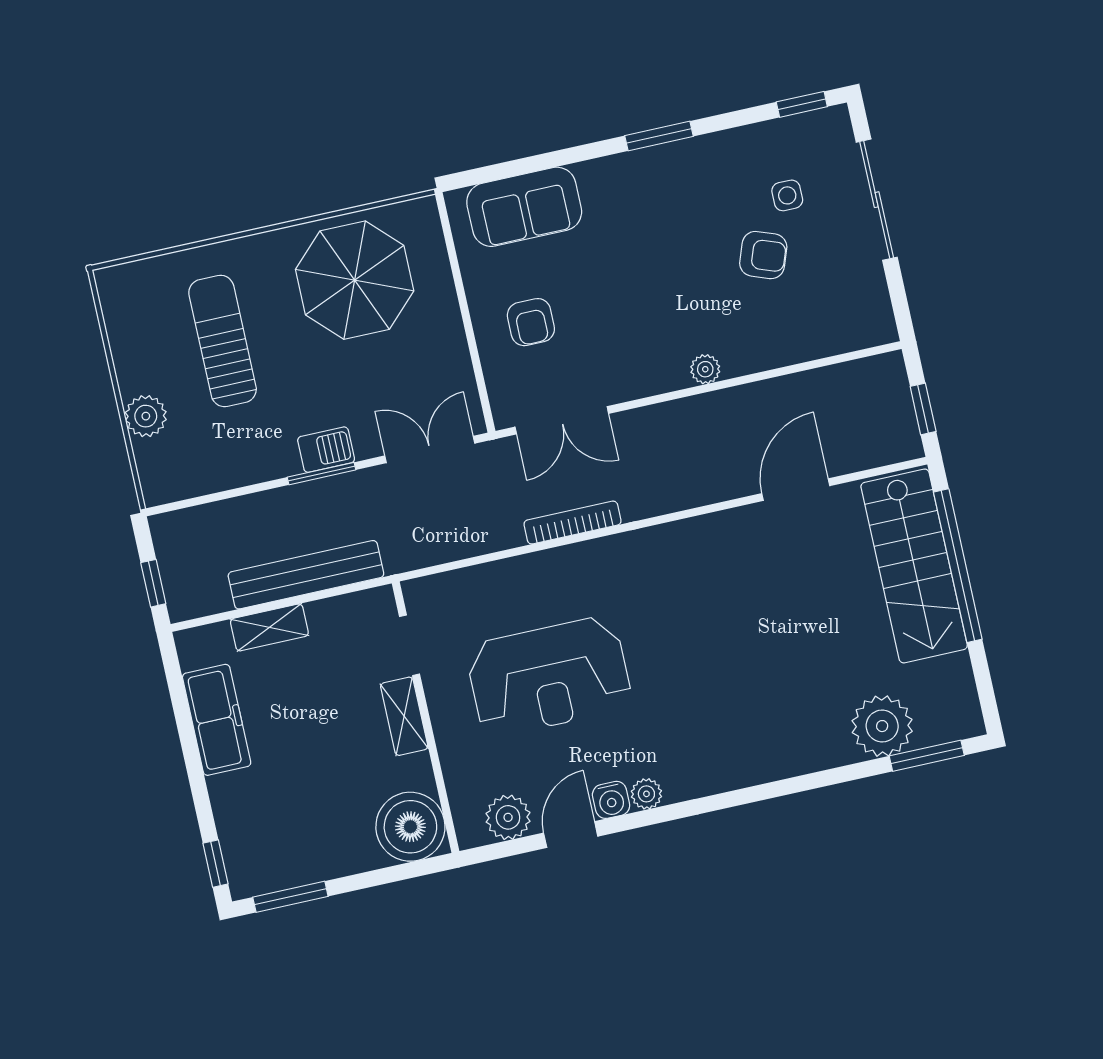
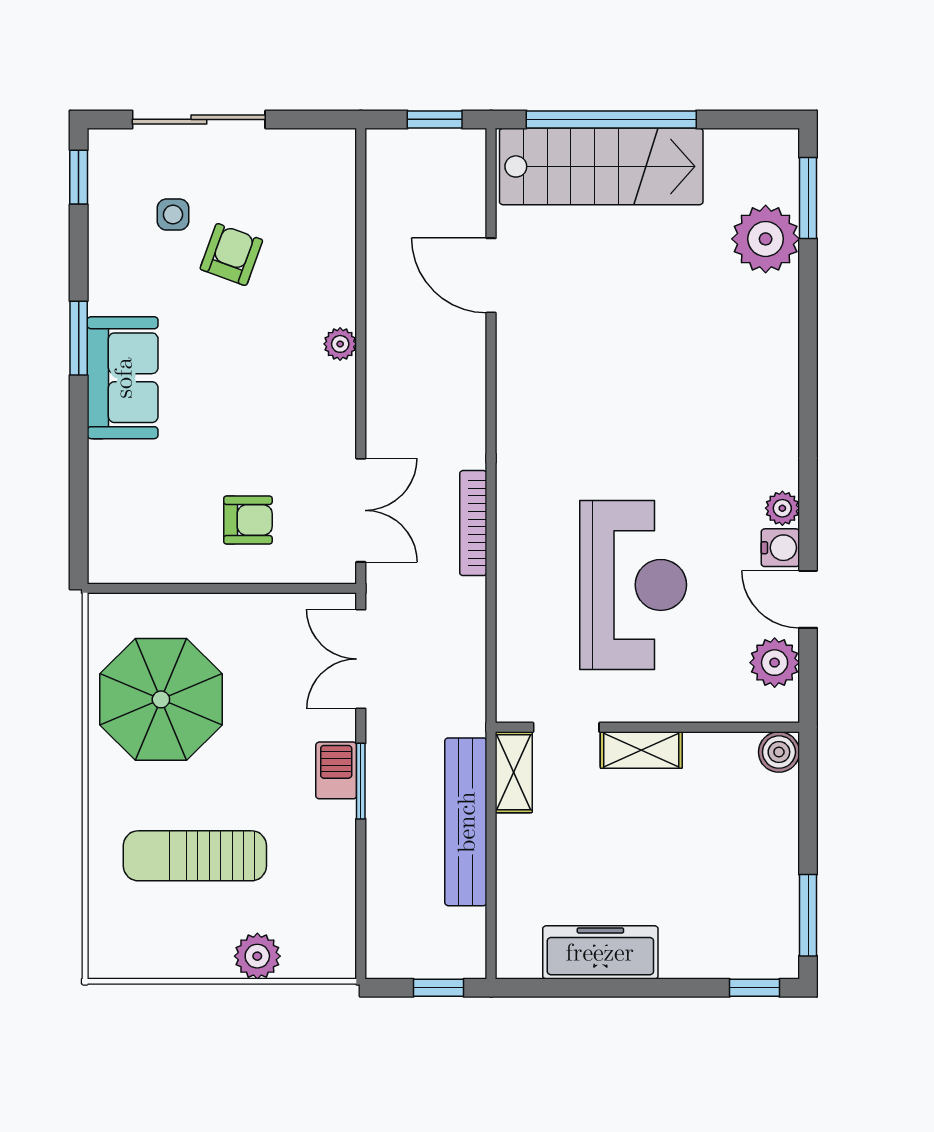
sofa: (524, 207) -> (123, 378), moved
shelving: (269, 627) -> (514, 772), moved
boiler: (410, 827) -> (779, 752), width x0.54, depth x0.54

